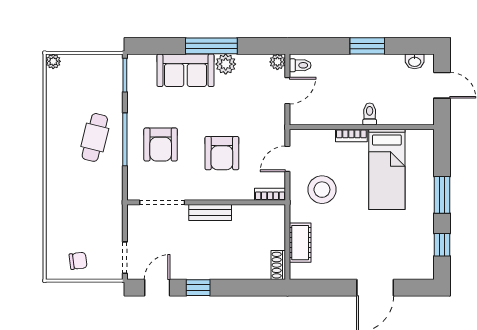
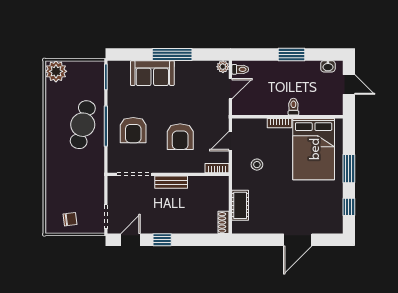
plant: (53, 61) -> (56, 71), width x1.88, depth x1.88
plant: (226, 64) -> (183, 68), removed
cafe table: (95, 137) -> (83, 125), width x1.37, depth x1.35
bed: (387, 169) -> (314, 149), width x1.50
stool: (322, 190) -> (257, 165), width x0.53, depth x0.53

